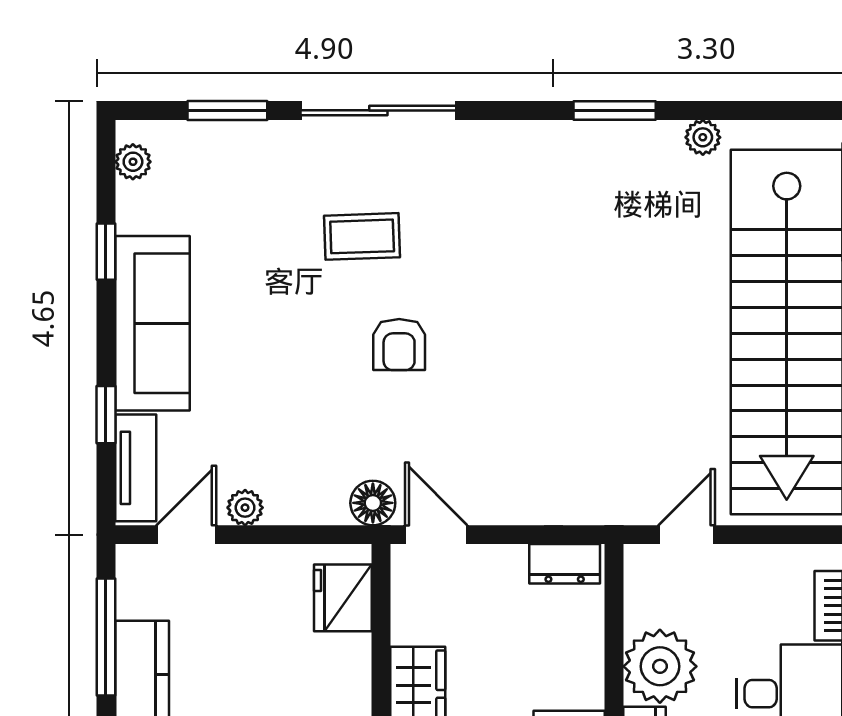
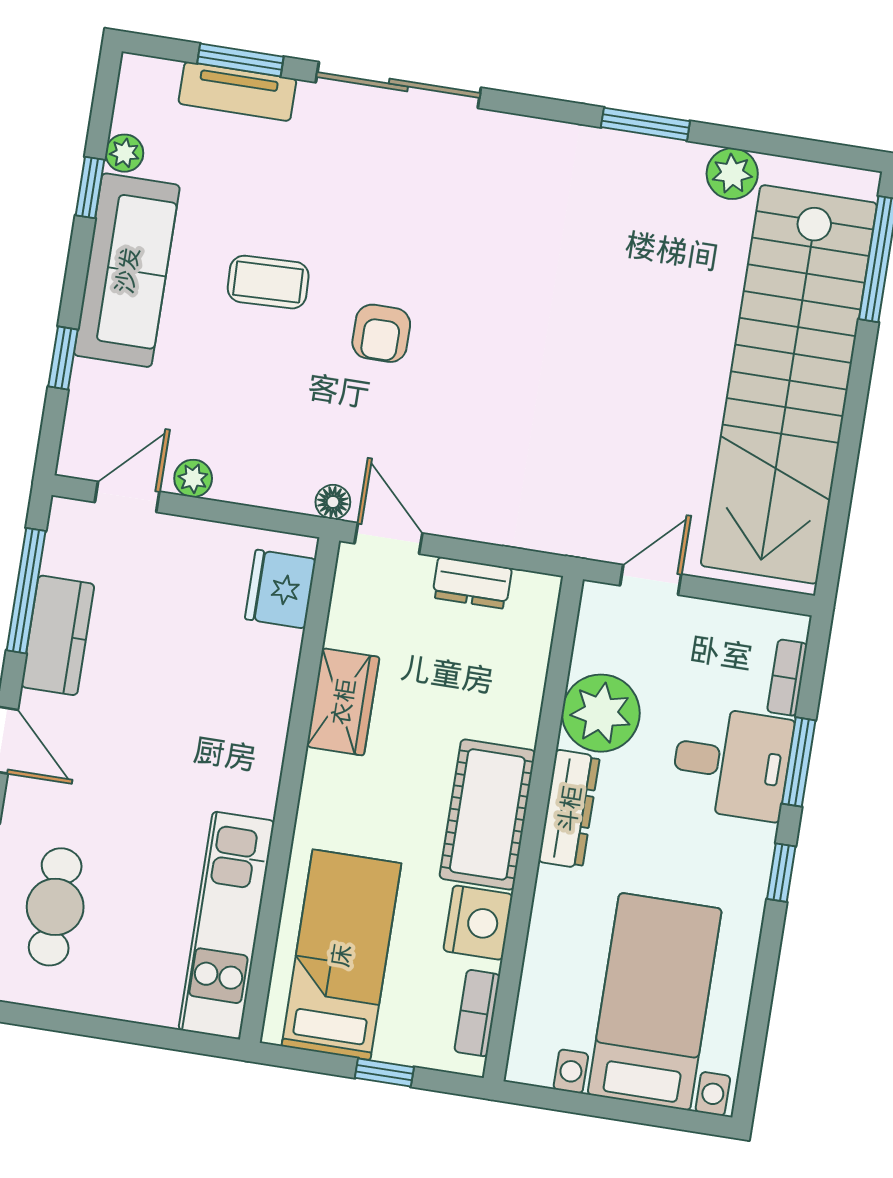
plant: (703, 137) -> (732, 174), width x1.38, depth x1.38
plant: (133, 162) -> (124, 153), moved
coffee table: (362, 236) -> (268, 282), moved
tv unit: (136, 468) -> (237, 91), moved, turned 90
floor lamp: (373, 503) -> (333, 502), width x0.73, depth x0.73
dresser: (565, 564) -> (472, 583), moved

